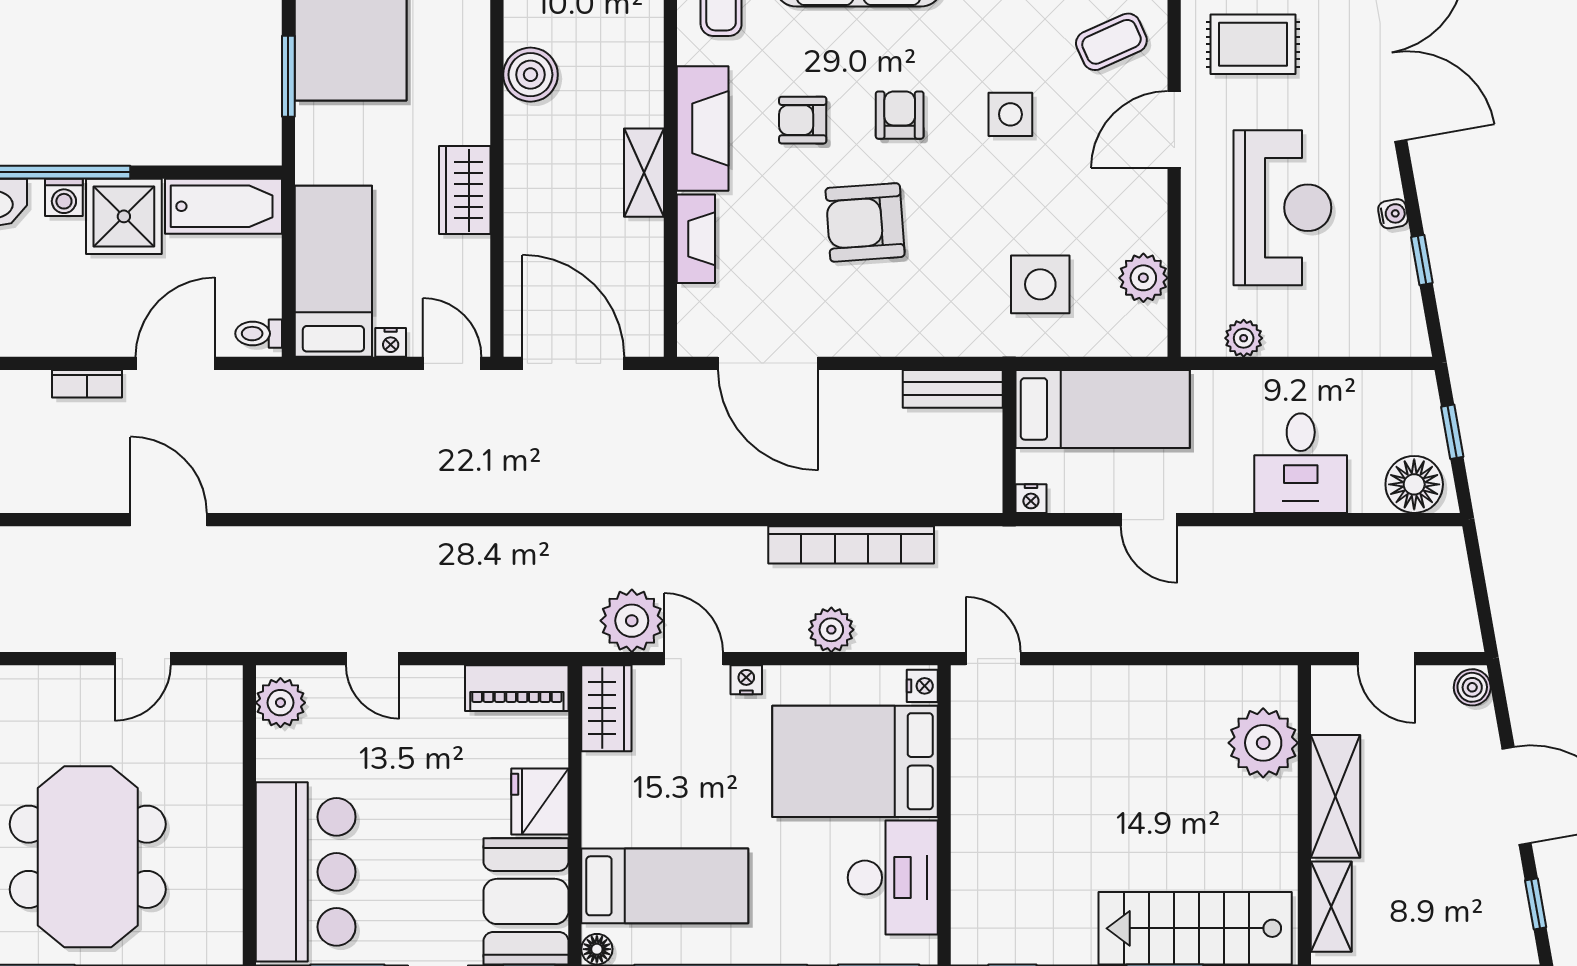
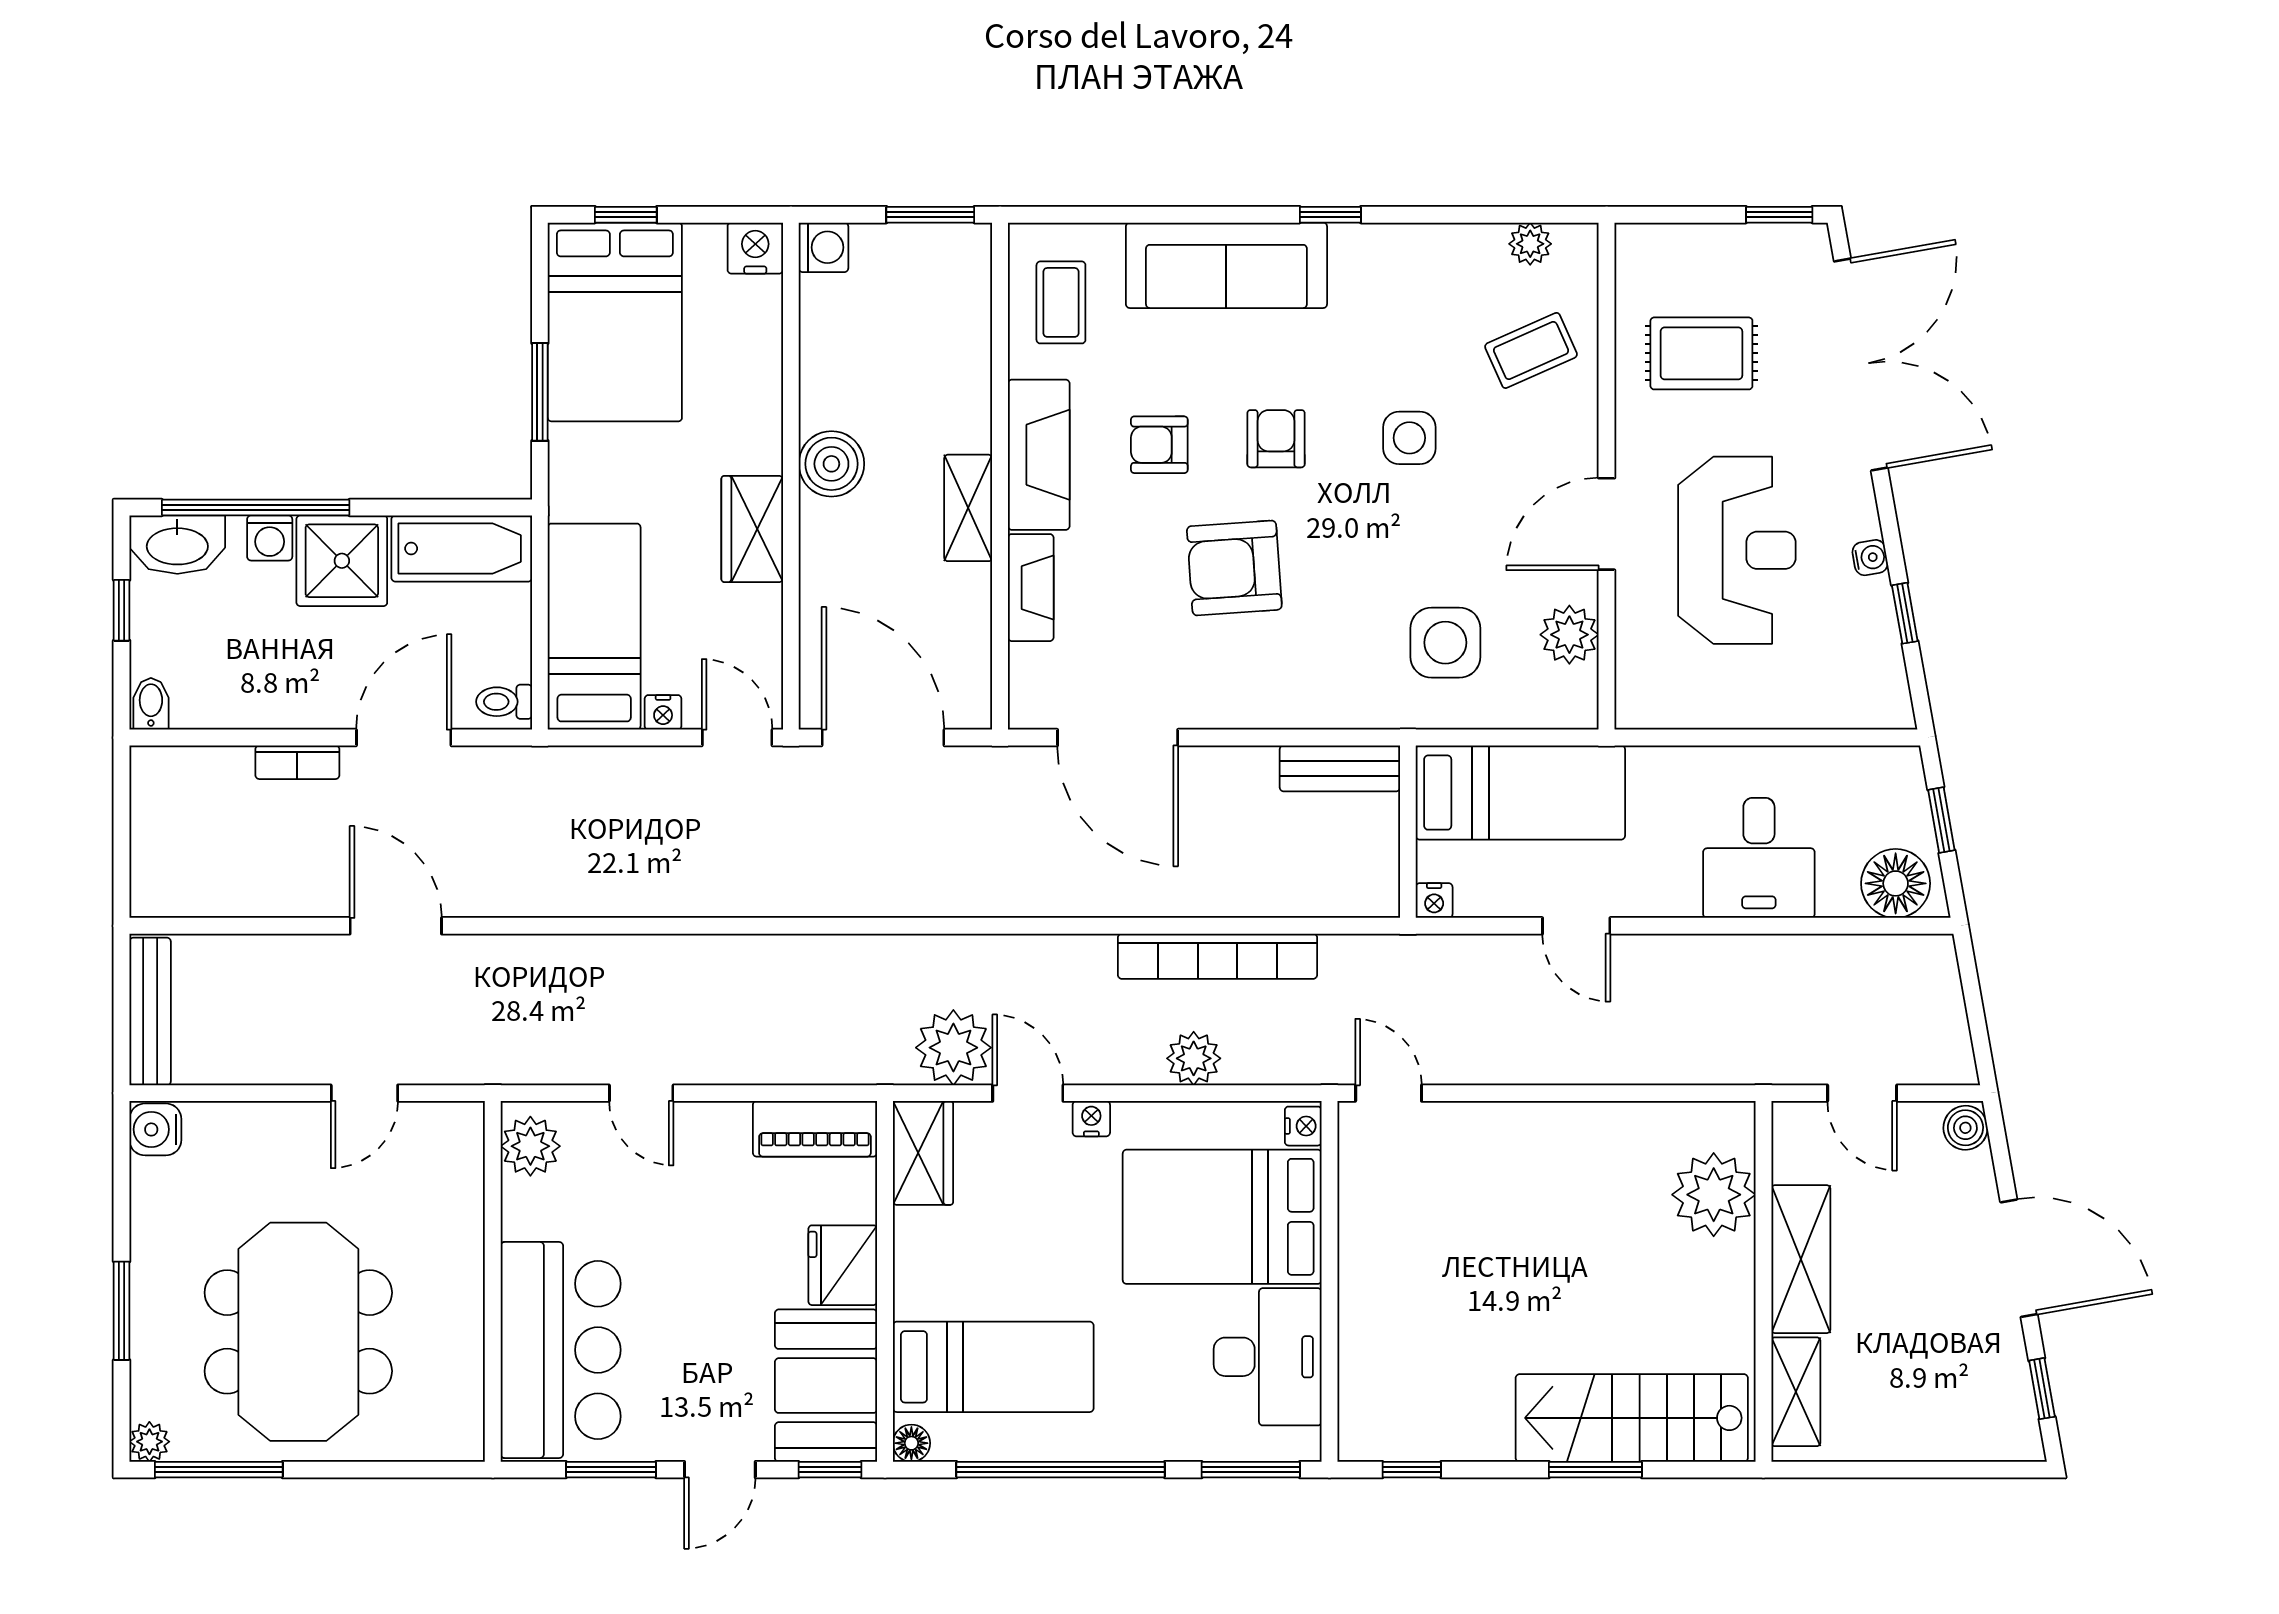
boiler: (530, 75) -> (831, 464), moved
door: (1174, 129) -> (1607, 524), moved
plant: (1244, 338) -> (1690, 707), removed

